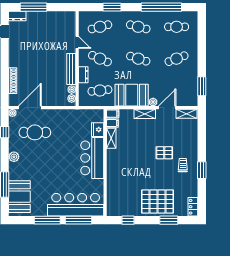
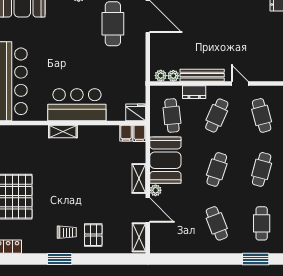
door: (77, 42) -> (240, 83), swing flipped
window: (202, 86) -> (256, 259), moved
fridge: (98, 130) -> (136, 112), moved
shelving: (111, 138) -> (63, 131), moved
pallet: (164, 153) -> (93, 235), moved

